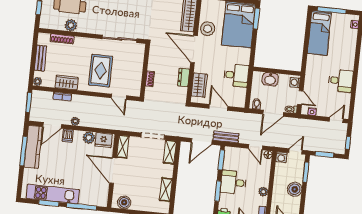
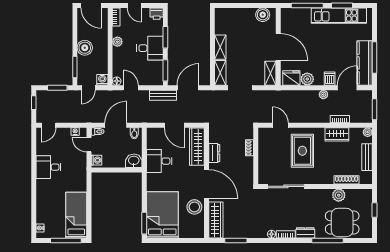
washbasin: (270, 79) -> (134, 161), moved
wardrobe: (199, 85) -> (197, 147), width x1.50
shelving: (166, 190) -> (220, 47), moved

